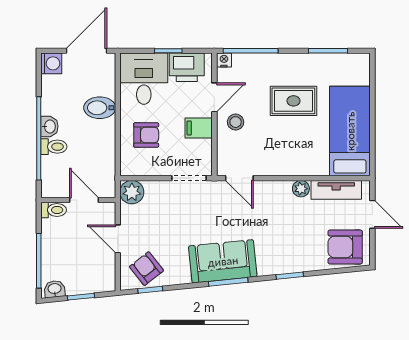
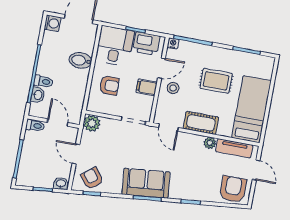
washbasin: (49, 126) -> (38, 95), moved
cot: (283, 163) -> (201, 123), added
armchair: (345, 247) -> (233, 189), turned 90
washbasin: (55, 289) -> (61, 184), moved

